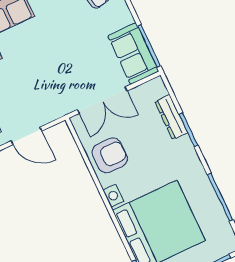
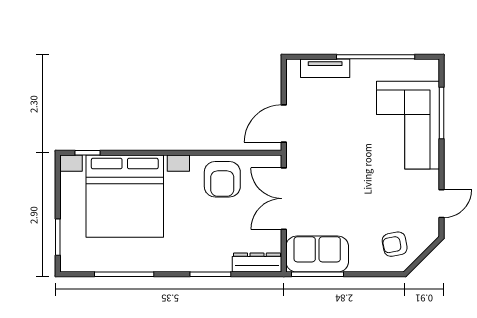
dresser: (171, 117) -> (257, 263), moved
door: (26, 136) -> (284, 124), moved

